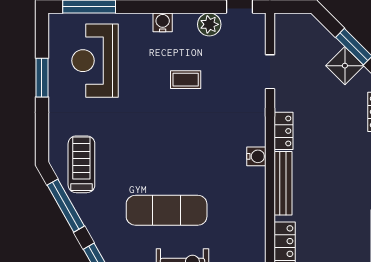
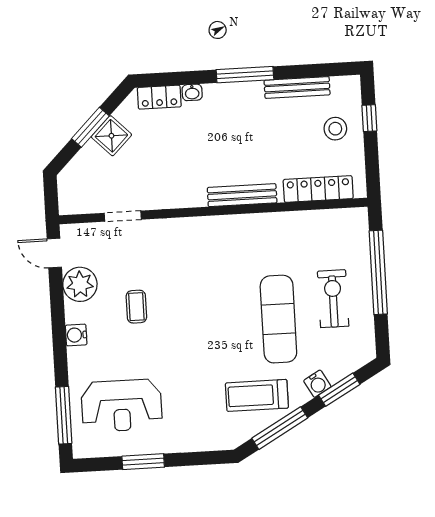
plant: (209, 24) -> (80, 284), width x1.36, depth x1.36
locker: (284, 131) -> (186, 198), removed
water cooler: (256, 156) -> (317, 384), moved, turned 151
treadmill: (81, 164) -> (257, 395), moved

